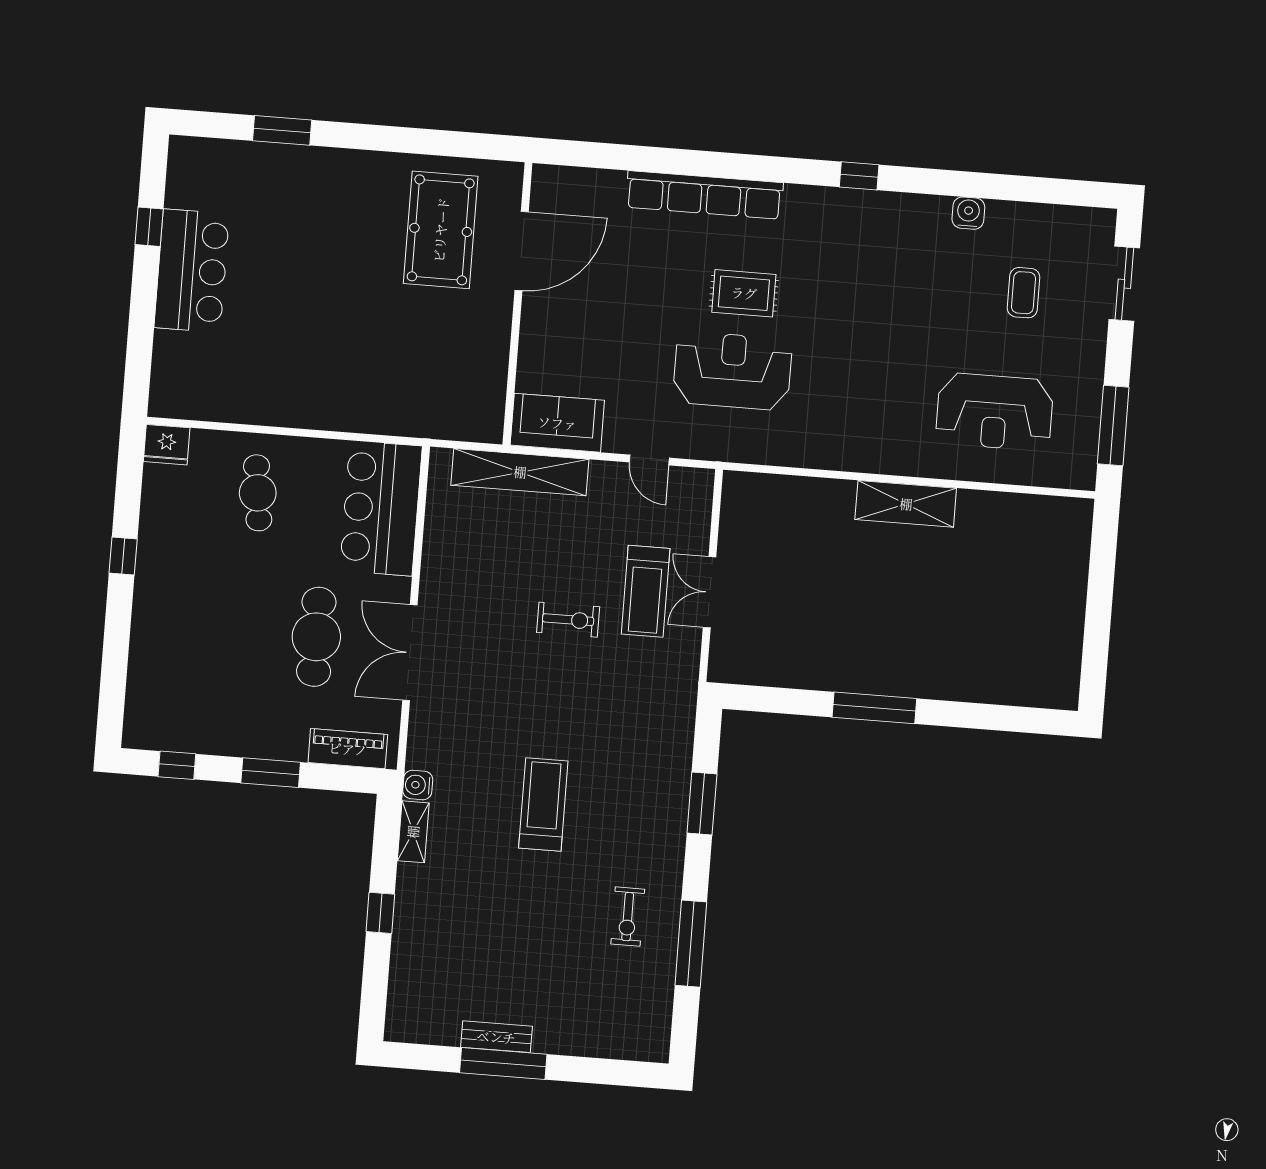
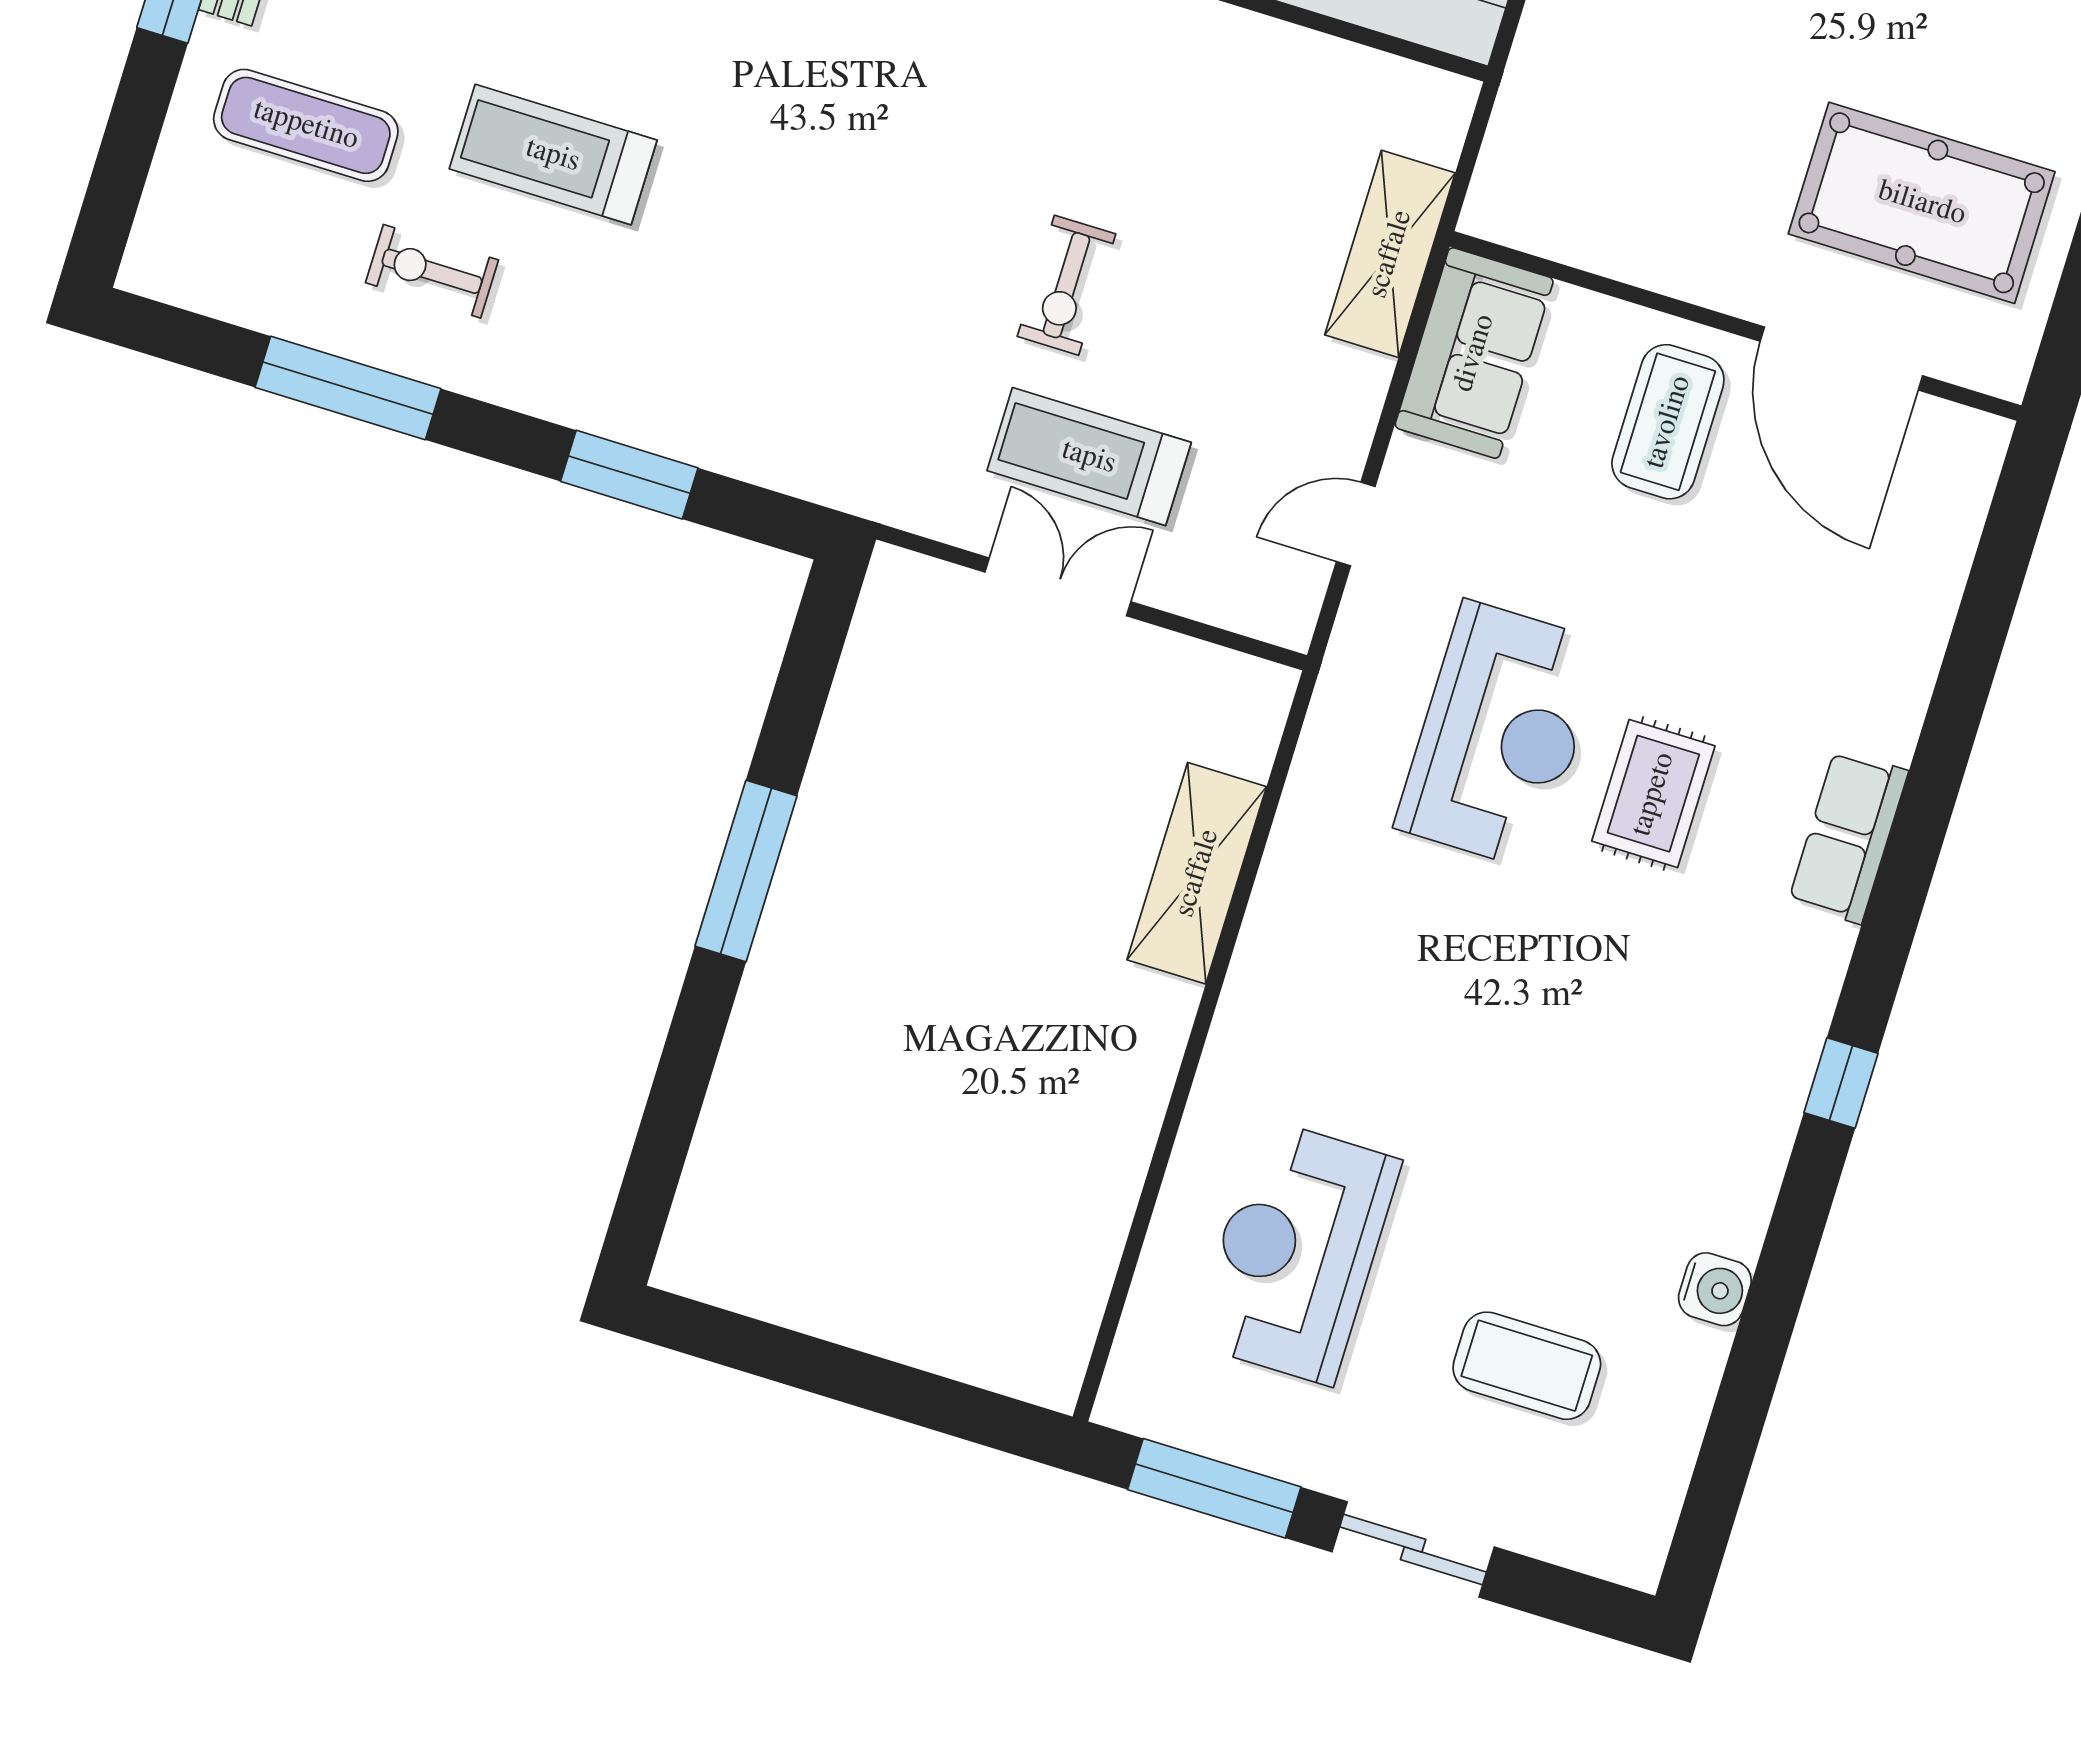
row of seats: (704, 195) -> (1848, 836), width x0.50
sliding door: (1124, 284) -> (1413, 1549), moved
coffee table: (1024, 293) -> (1527, 1366), width x1.36, depth x1.30
coffee table: (569, 325) -> (1668, 422), added
shelving: (520, 472) -> (1390, 254), width x0.68
shelving: (906, 504) -> (1197, 873), moved
treadmill: (543, 804) -> (553, 155), moved, turned 180
exercise mat: (573, 991) -> (306, 125), added

